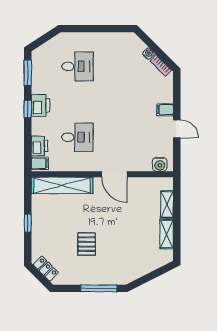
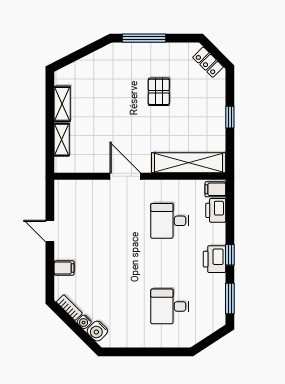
filing cabinet: (165, 110) -> (64, 268), moved
water cooler: (160, 164) -> (97, 331), moved, turned -135

